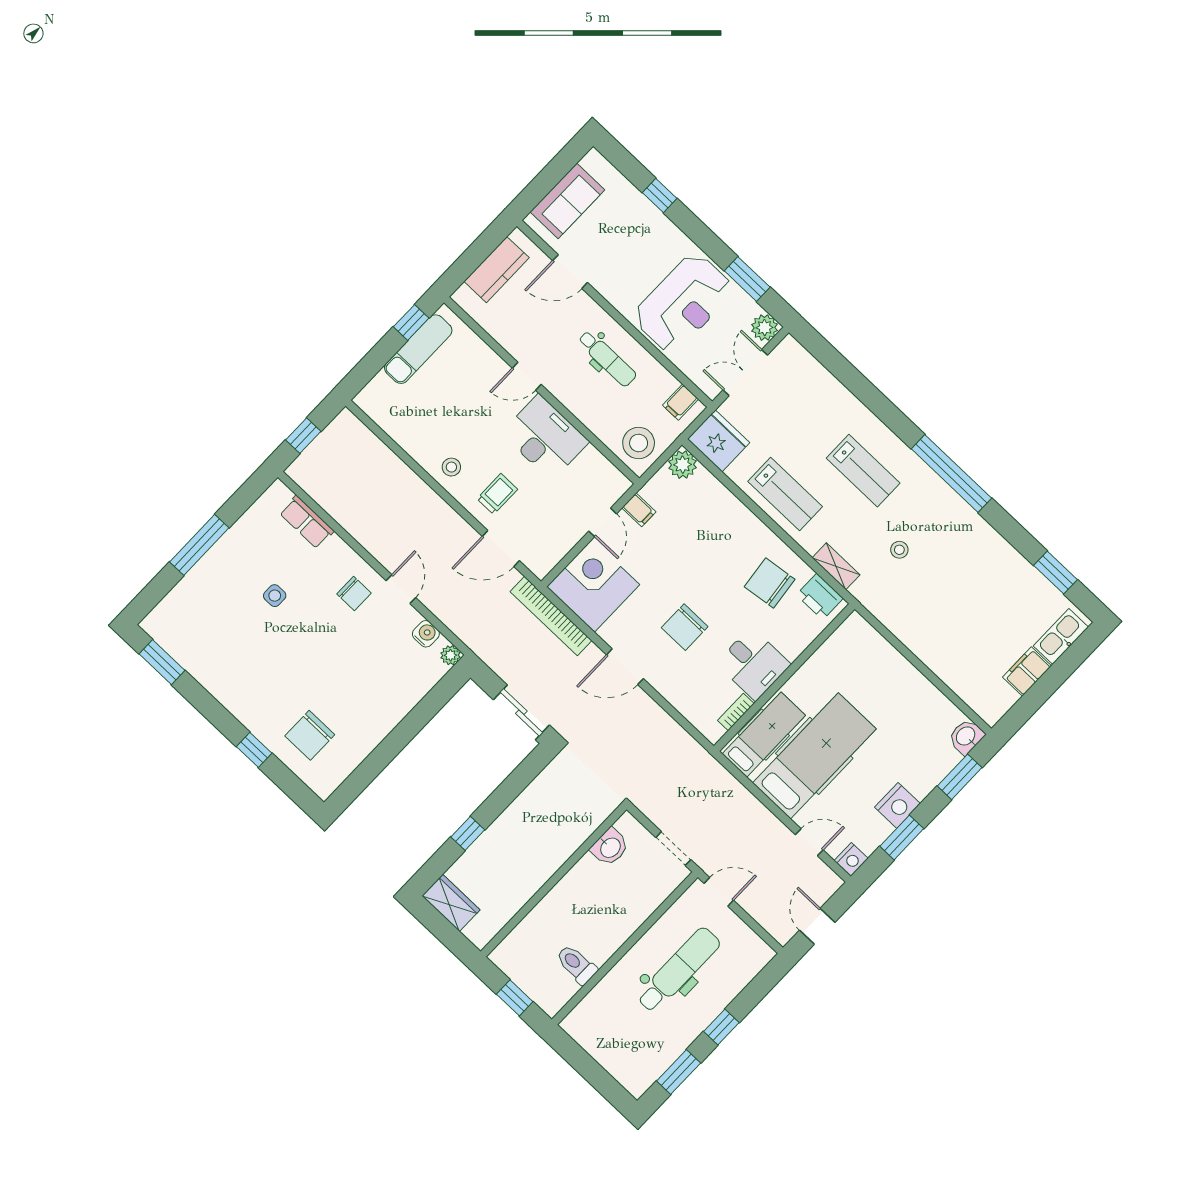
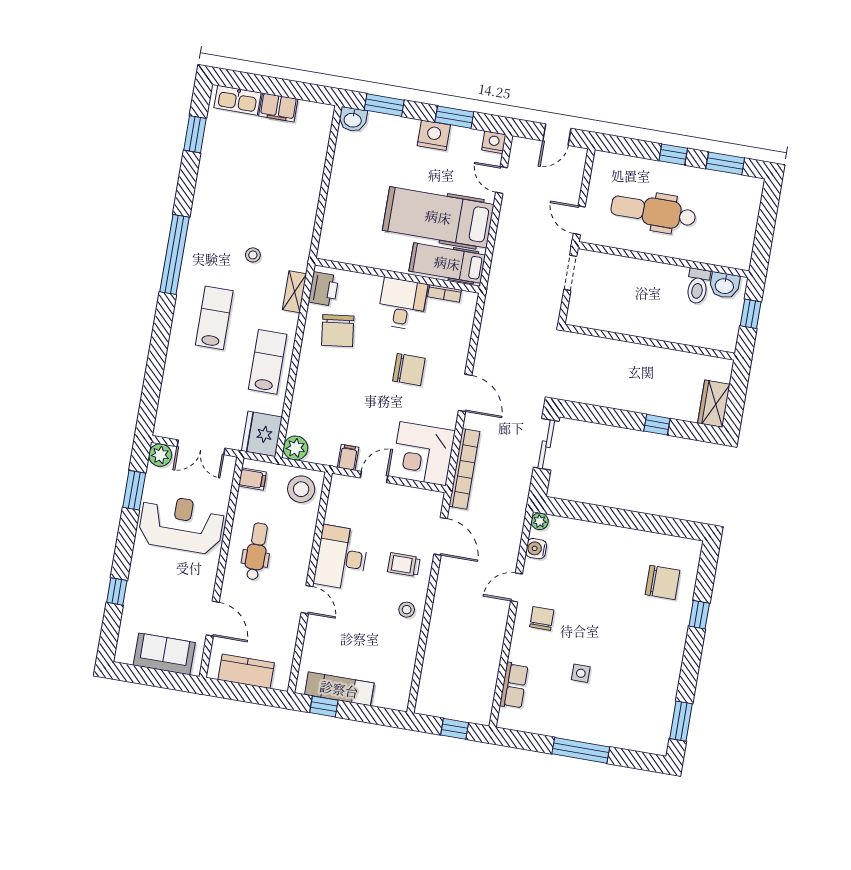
washbasin: (610, 847) -> (724, 285), moved, turned 180

